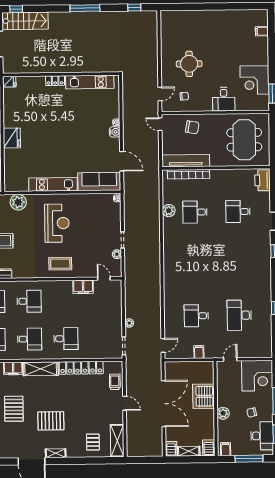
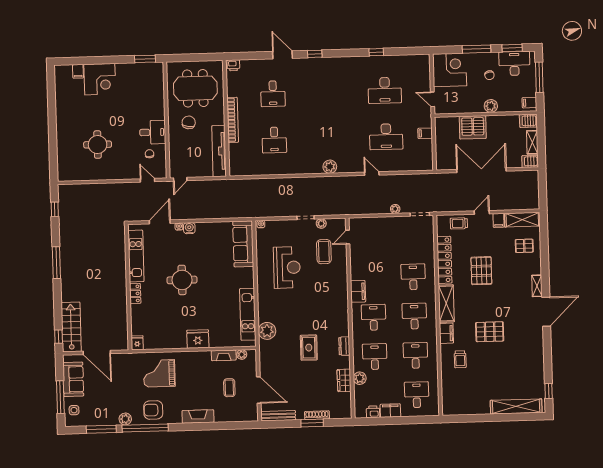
round table: (189, 64) -> (98, 145), moved
corner desk: (255, 80) -> (100, 79), moved
desk: (224, 99) -> (153, 132), moved
round table: (67, 124) -> (182, 280), added
chair: (192, 127) -> (189, 122), moved
door: (122, 161) -> (160, 222), moved
bookcase: (188, 174) -> (233, 120), moved
printer: (263, 180) -> (233, 65), width x0.53, depth x0.68
kitchen unit: (53, 184) -> (248, 314), moved
plant: (169, 211) -> (330, 167), moved
reception desk: (57, 223) -> (287, 267), moved, turned 90
coffee table: (60, 264) -> (324, 252), moved
filing cabinet: (83, 287) -> (358, 291), moved
desk: (196, 316) -> (386, 137), width x1.37
door: (163, 345) -> (372, 174), moved
filing cabinet: (117, 419) -> (499, 220), added
pallet: (51, 421) -> (481, 271), moved

